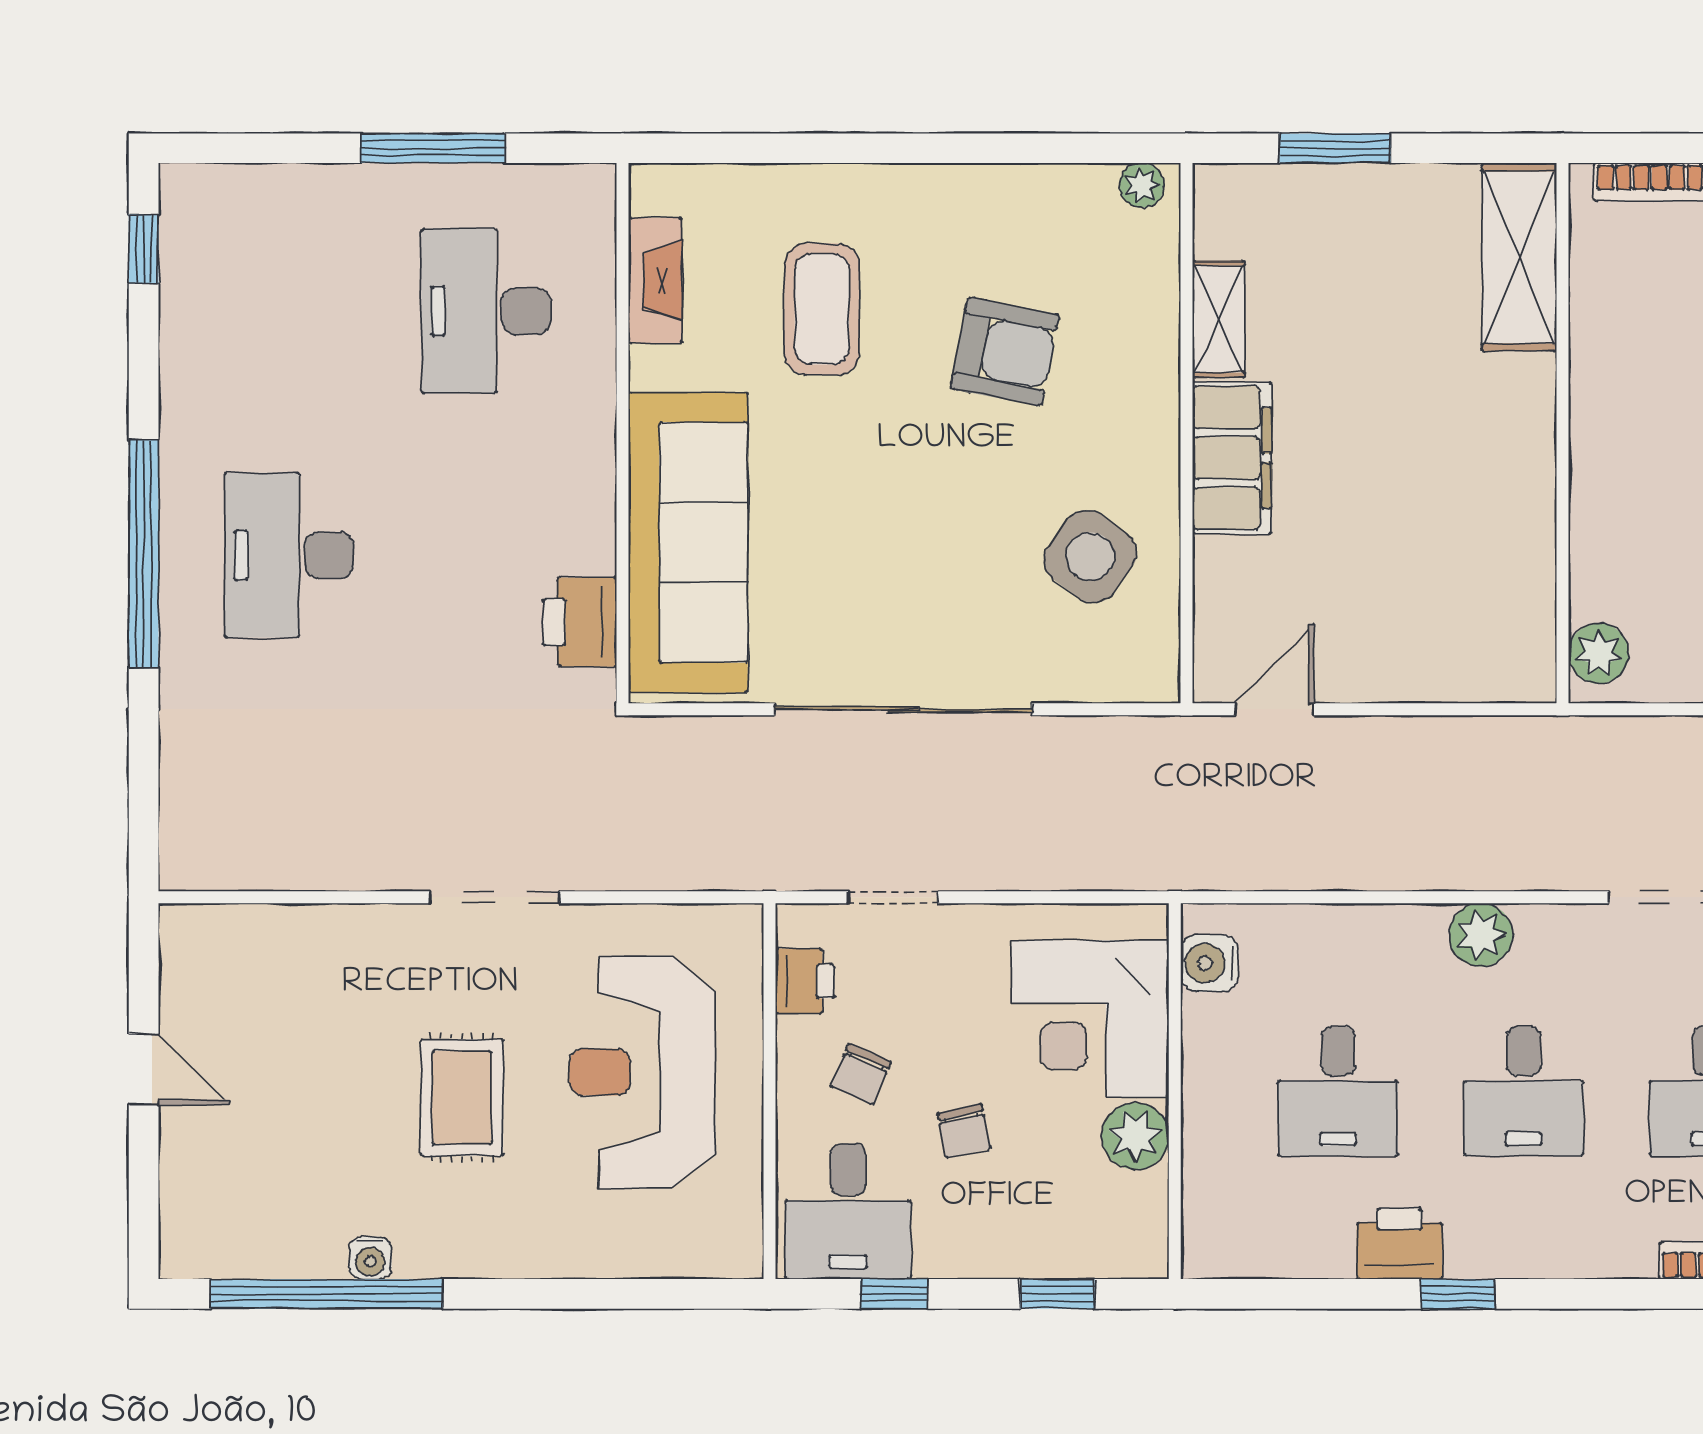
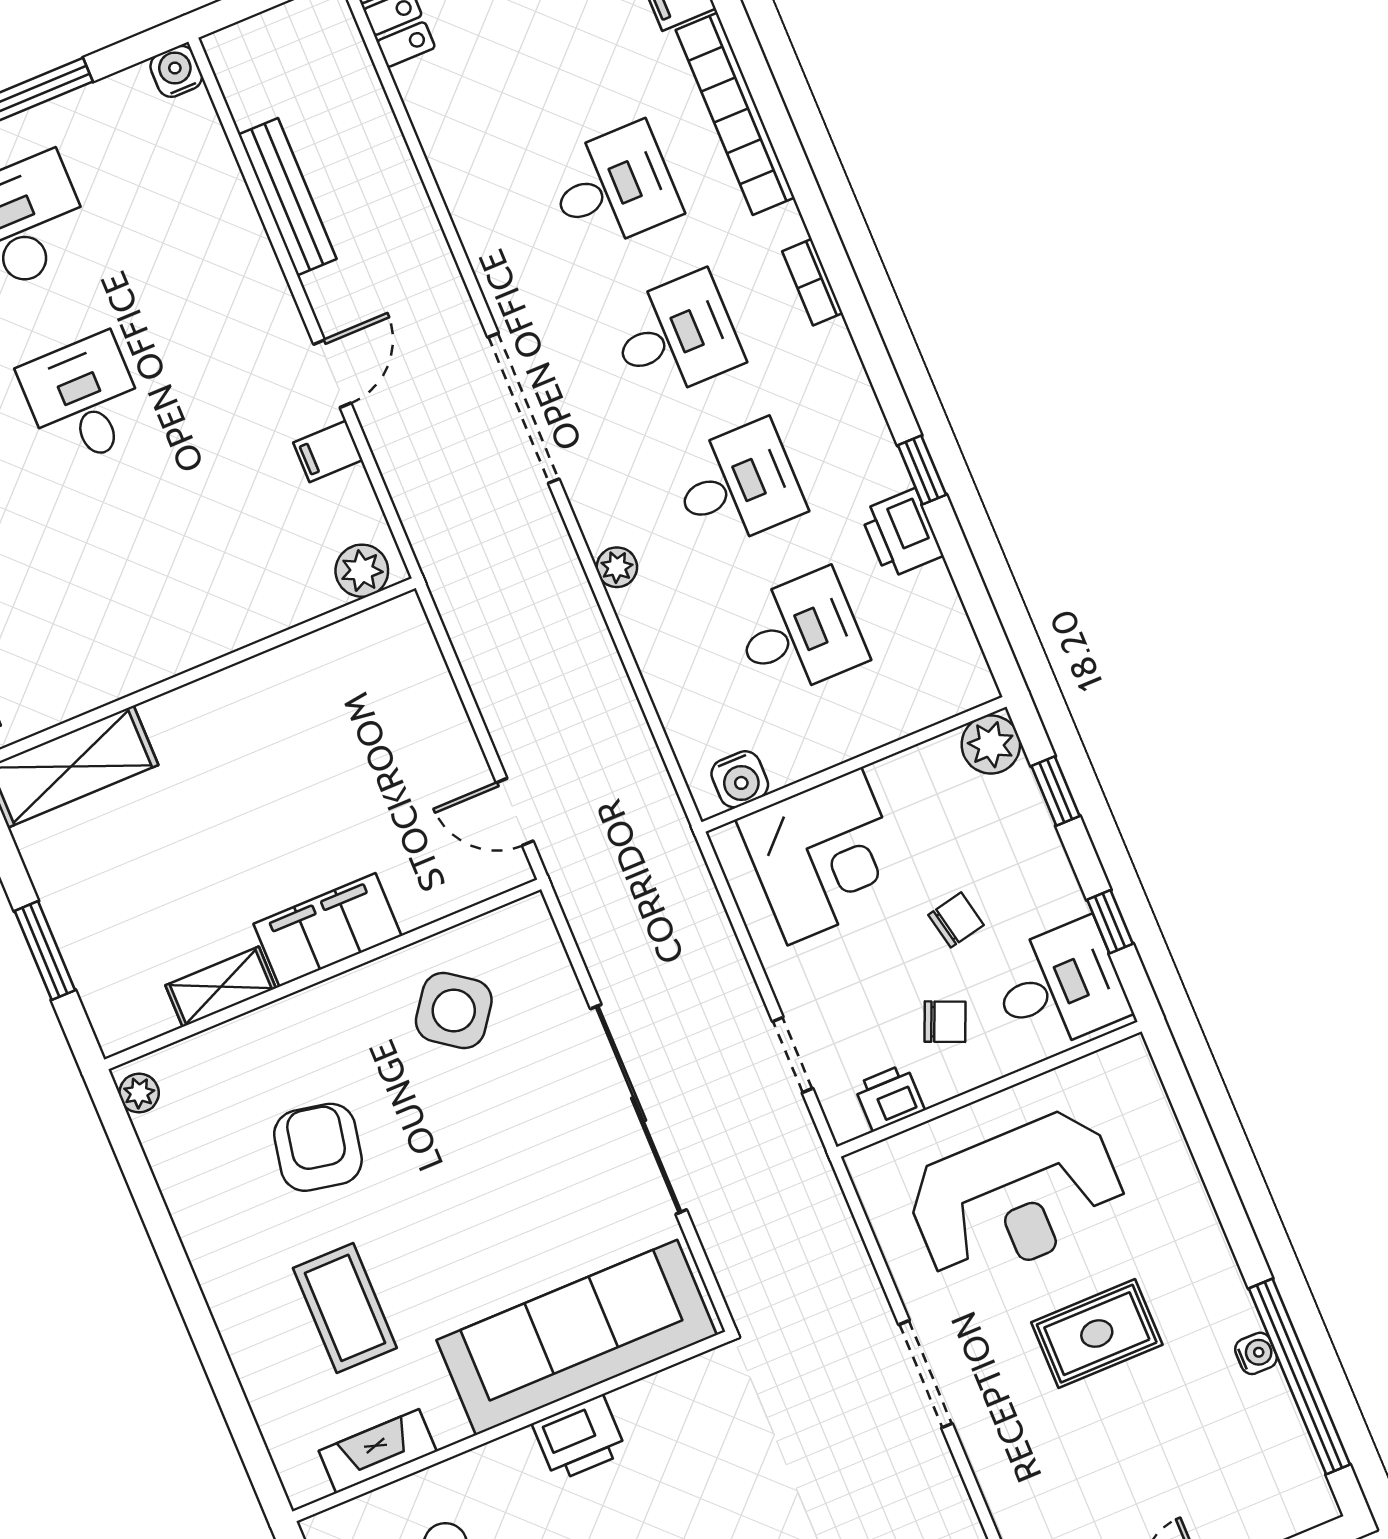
coffee table: (822, 309) -> (345, 1308), turned 90
printer: (580, 622) -> (579, 1438), moved
plant: (1481, 935) -> (617, 567), width x0.73, depth x0.73
plant: (1135, 1136) -> (991, 744), moved

